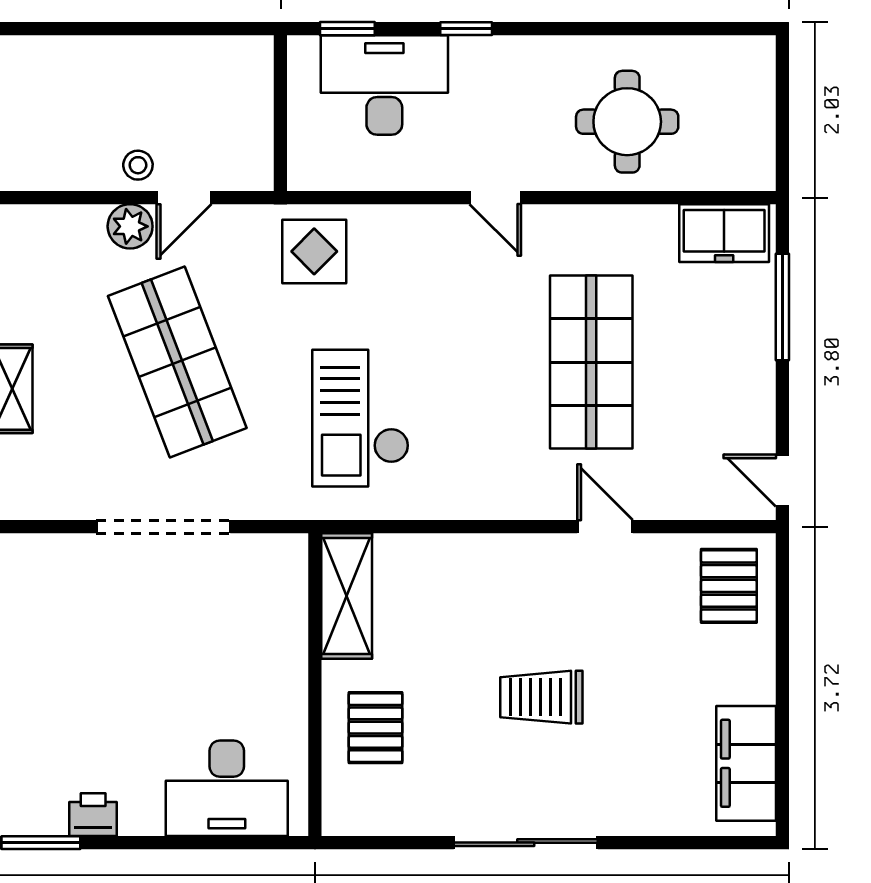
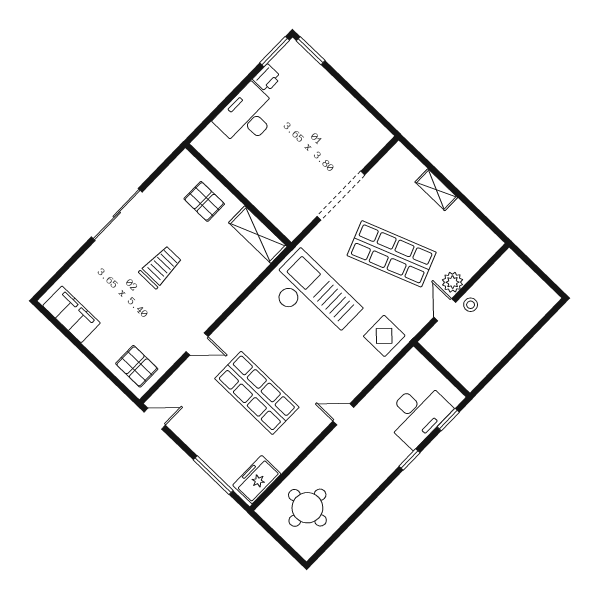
round table: (627, 122) -> (307, 508), moved
checkout: (360, 418) -> (313, 297), width x1.36, depth x1.21
desk: (227, 788) -> (247, 116), moved

